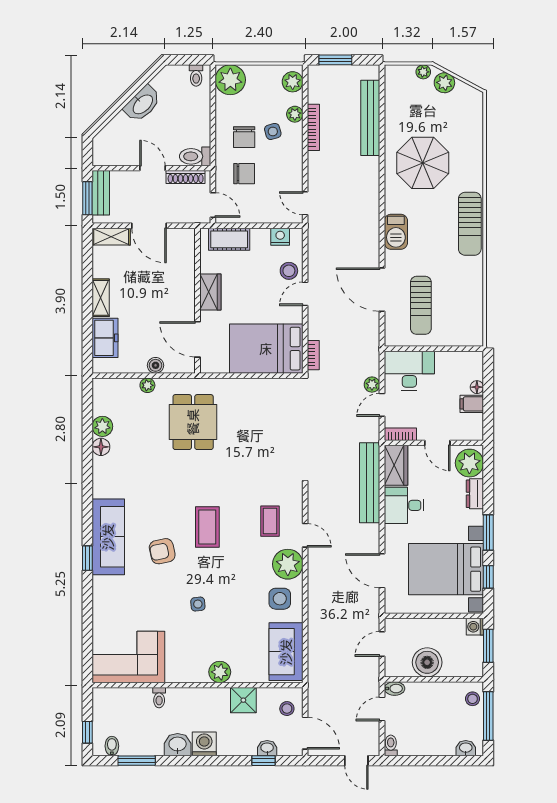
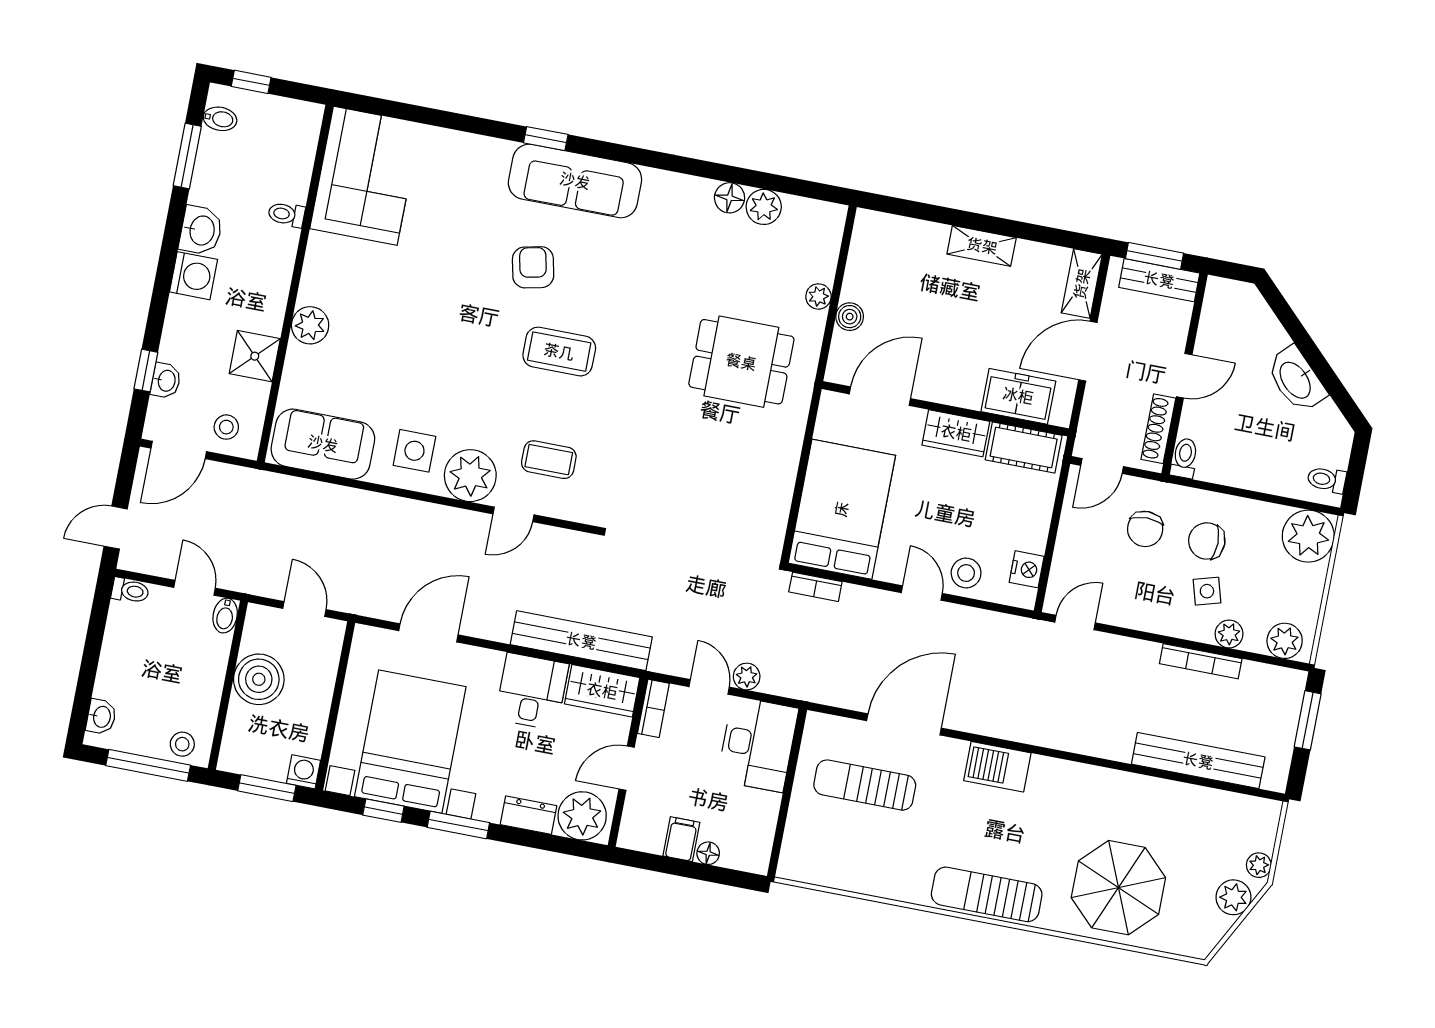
toilet: (195, 156) -> (1184, 458), width x0.73, depth x0.72
parasol: (423, 163) -> (1118, 888), moved
cot: (229, 239) -> (1024, 448), moved, turned 90
freezer: (105, 338) -> (1018, 396), moved, turned 180
side table: (198, 604) -> (432, 311), removed

